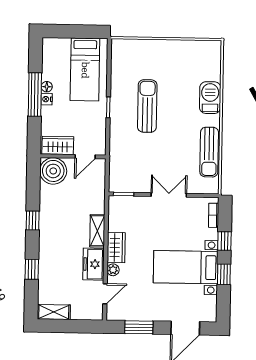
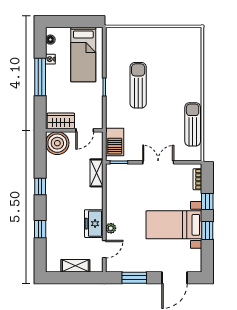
floor lamp: (47, 87) -> (50, 40), moved
barbecue: (210, 98) -> (115, 142), moved, turned 180
nightstand: (47, 99) -> (50, 59), moved
sun lounger: (209, 152) -> (193, 124), turned 180
shelving: (97, 231) -> (97, 173), moved
wardrobe: (116, 248) -> (113, 209), removed
shelving: (54, 312) -> (75, 266), moved

